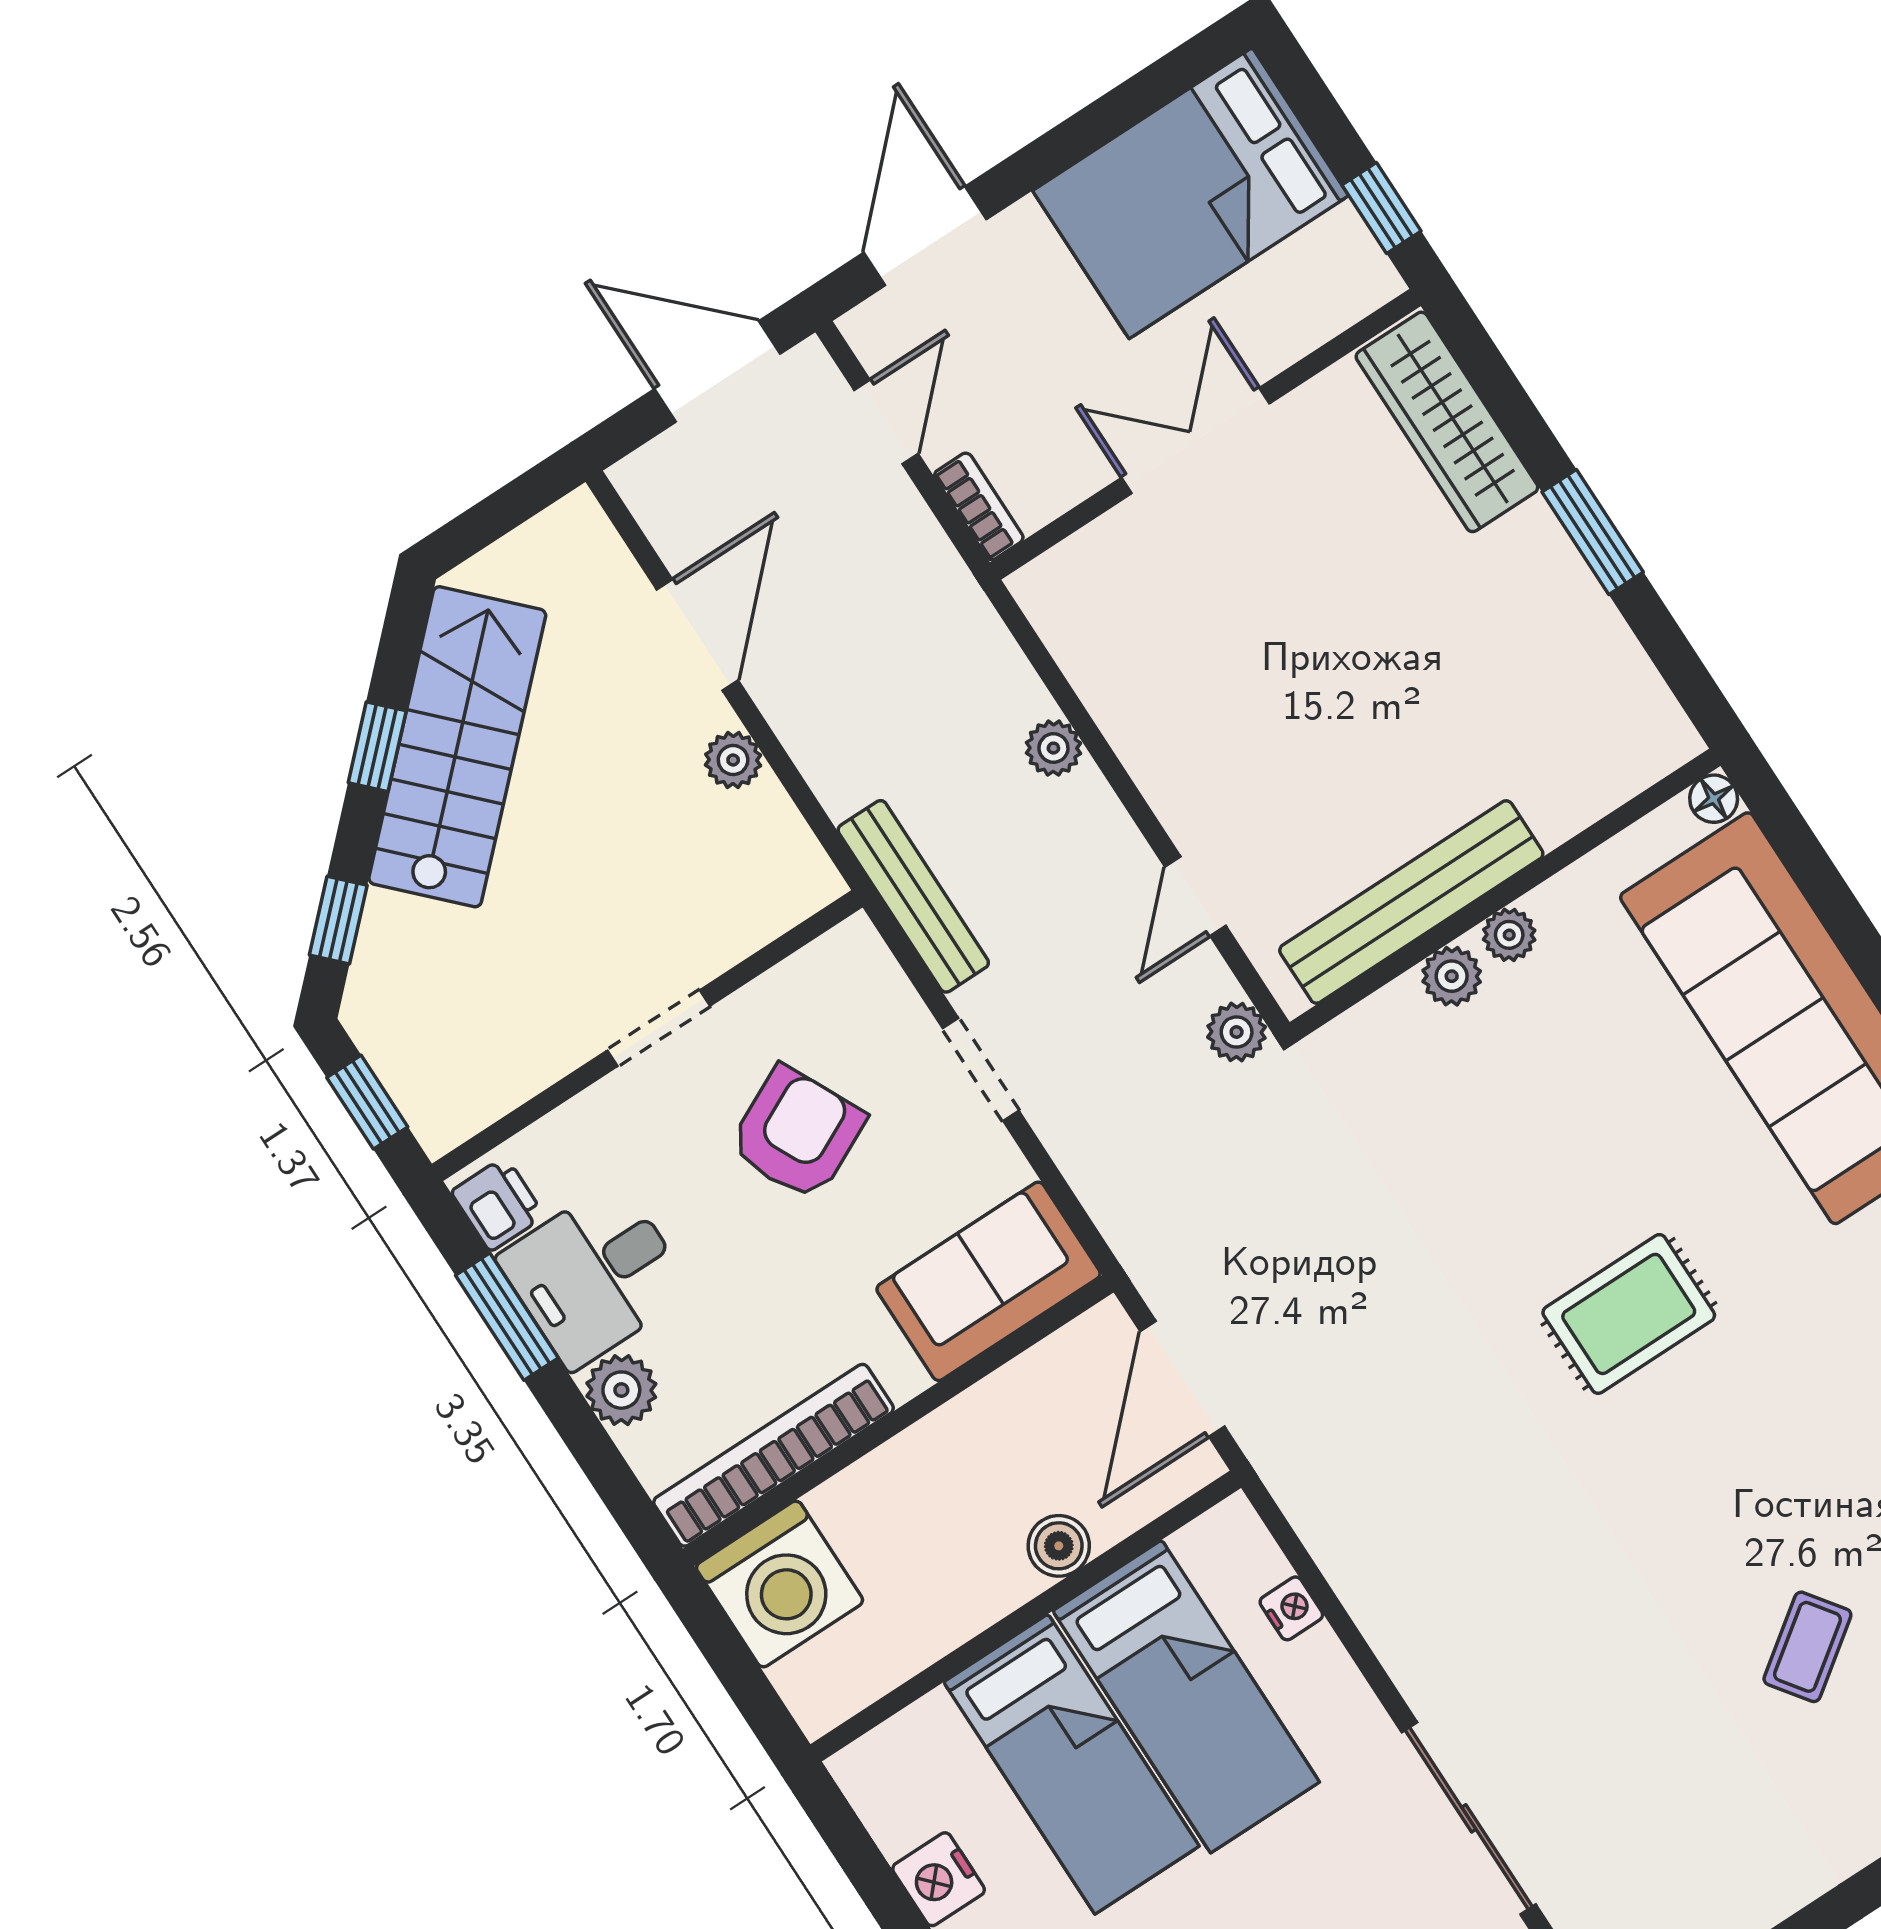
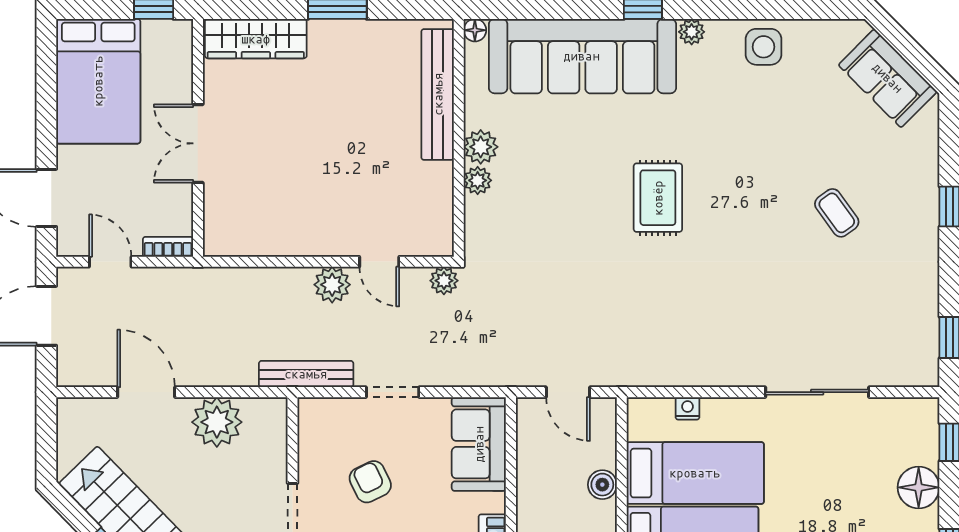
plant: (1053, 748) -> (332, 285), moved, width x1.38, depth x1.38
plant: (733, 760) -> (217, 422), width x1.88, depth x1.88
bench: (1411, 902) -> (438, 94), moved
plant: (1509, 935) -> (481, 147), width x1.38, depth x1.38
armchair: (797, 1133) -> (370, 482), width x0.72, depth x0.72
door: (1182, 1379) -> (568, 392), width x0.73

